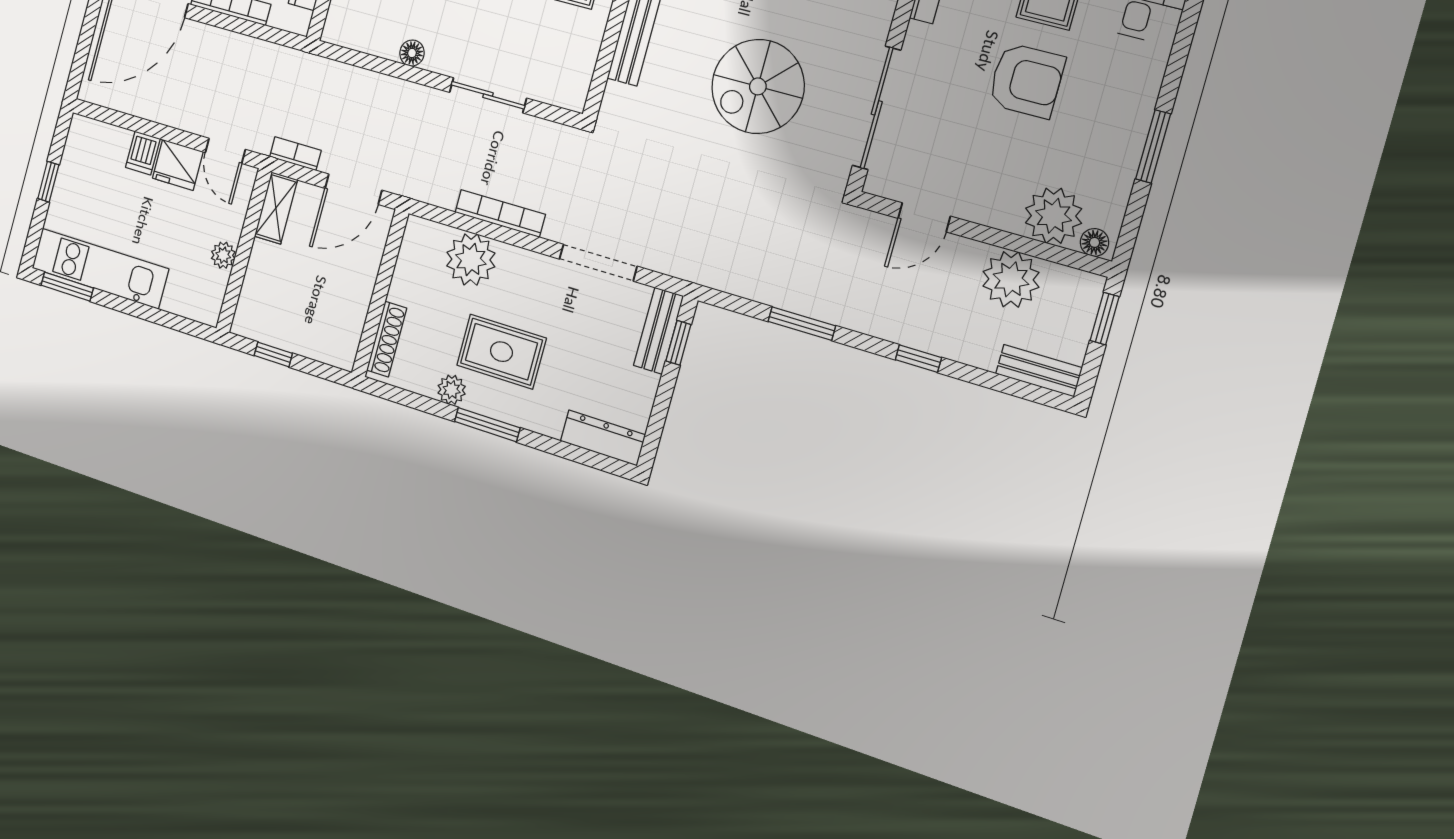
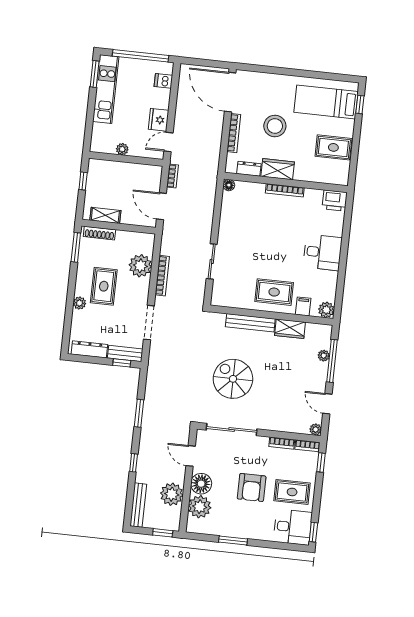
floor lamp: (412, 53) -> (229, 185), moved
dishwasher: (143, 153) -> (163, 81), moved
window: (48, 182) -> (140, 56), width x3.17
shelving: (276, 208) -> (105, 215), moved
floor lamp: (1094, 242) -> (201, 484), moved, width x1.89, depth x1.89
bench: (1039, 371) -> (138, 505), width x1.36
plant: (452, 390) -> (79, 303), moved
window: (487, 425) -> (76, 247), moved
dresser: (603, 438) -> (89, 349), moved, turned -90

